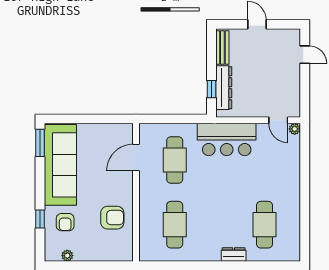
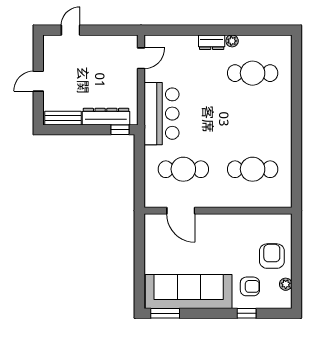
window: (212, 89) -> (120, 130), moved
plant: (295, 129) -> (232, 41), moved
armchair: (112, 218) -> (272, 256), moved
dresser: (234, 255) -> (212, 42), moved, turned -90

